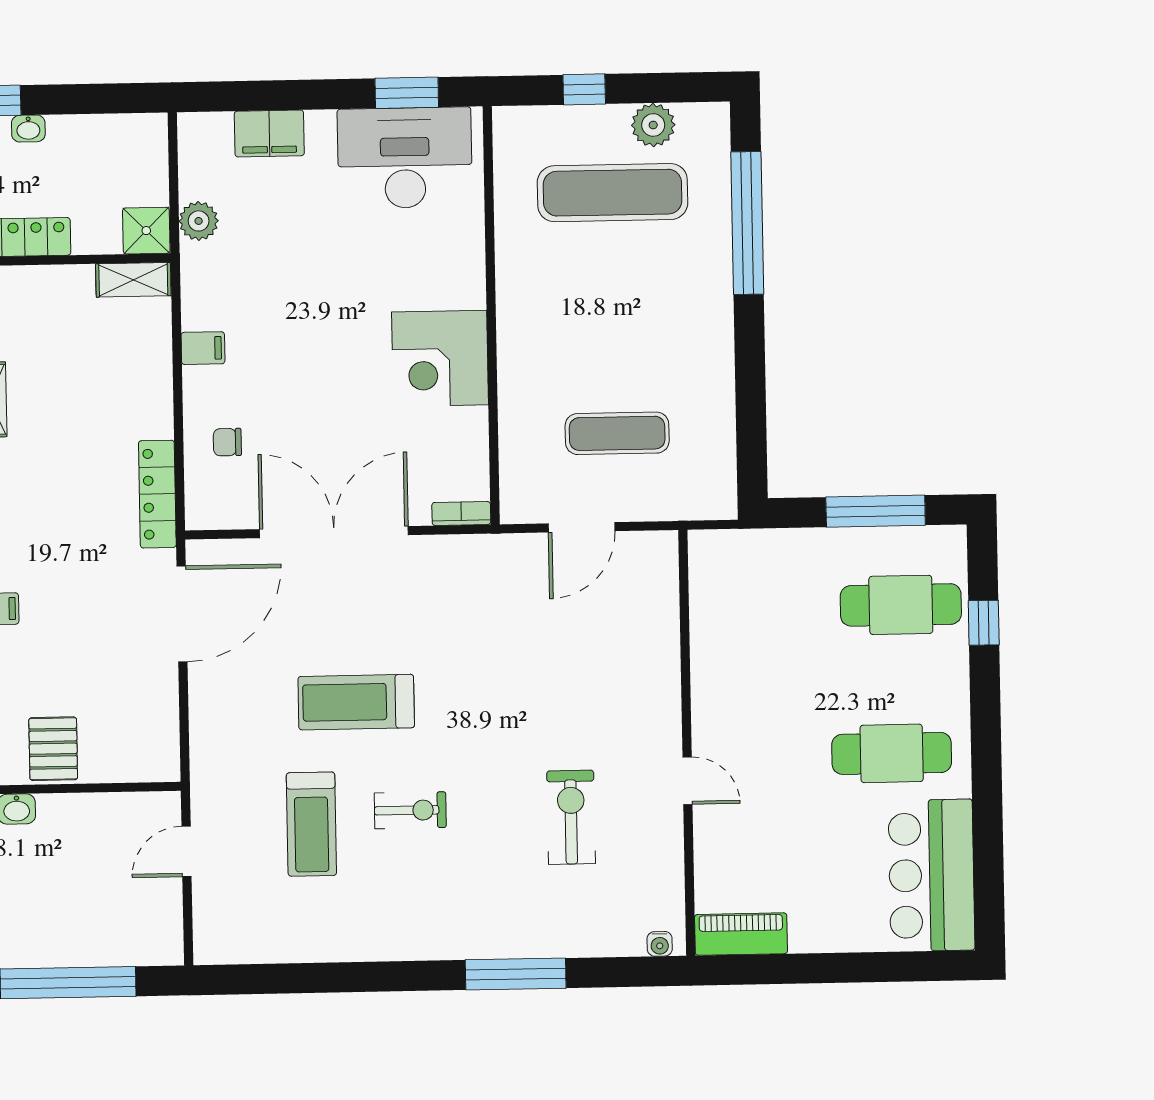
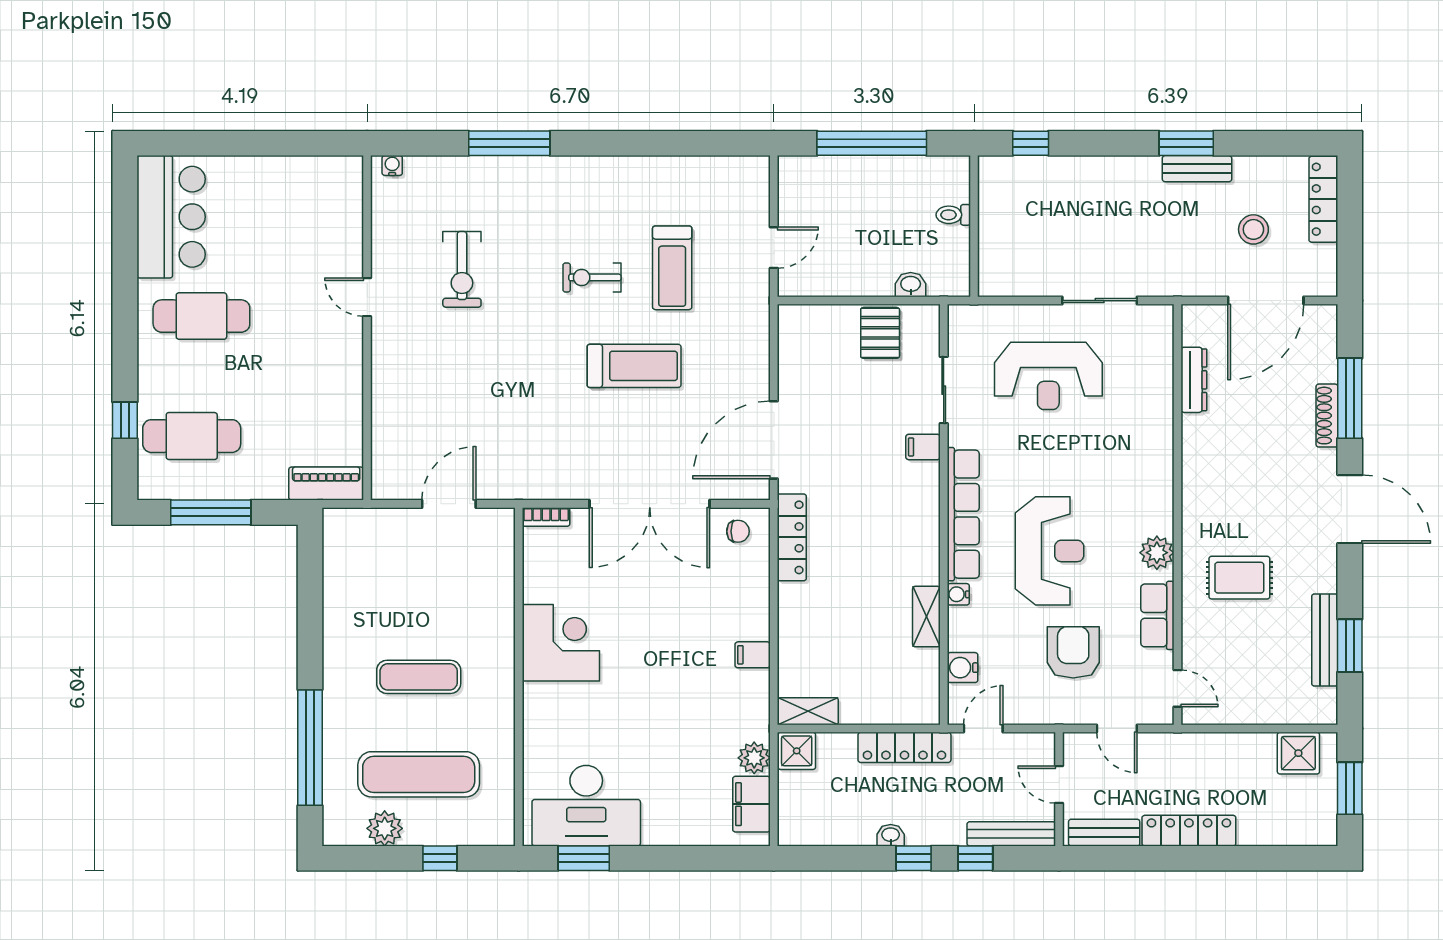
filing cabinet: (269, 133) -> (751, 804), moved, turned -90
exercise mat: (617, 433) -> (419, 677), moved
chair: (227, 442) -> (738, 531), moved
treadmill: (311, 824) -> (672, 268), turned 180
piano: (741, 934) -> (326, 484), moved, turned 180

